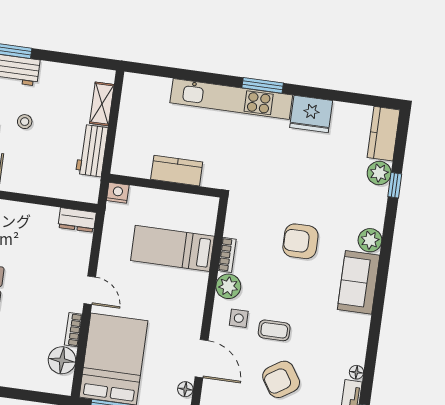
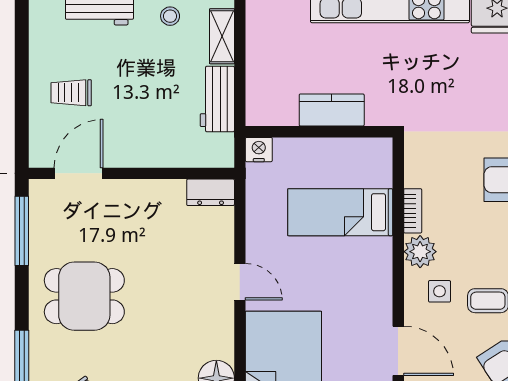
stool: (25, 122) -> (170, 16), moved
bookcase: (73, 330) -> (226, 336), removed

